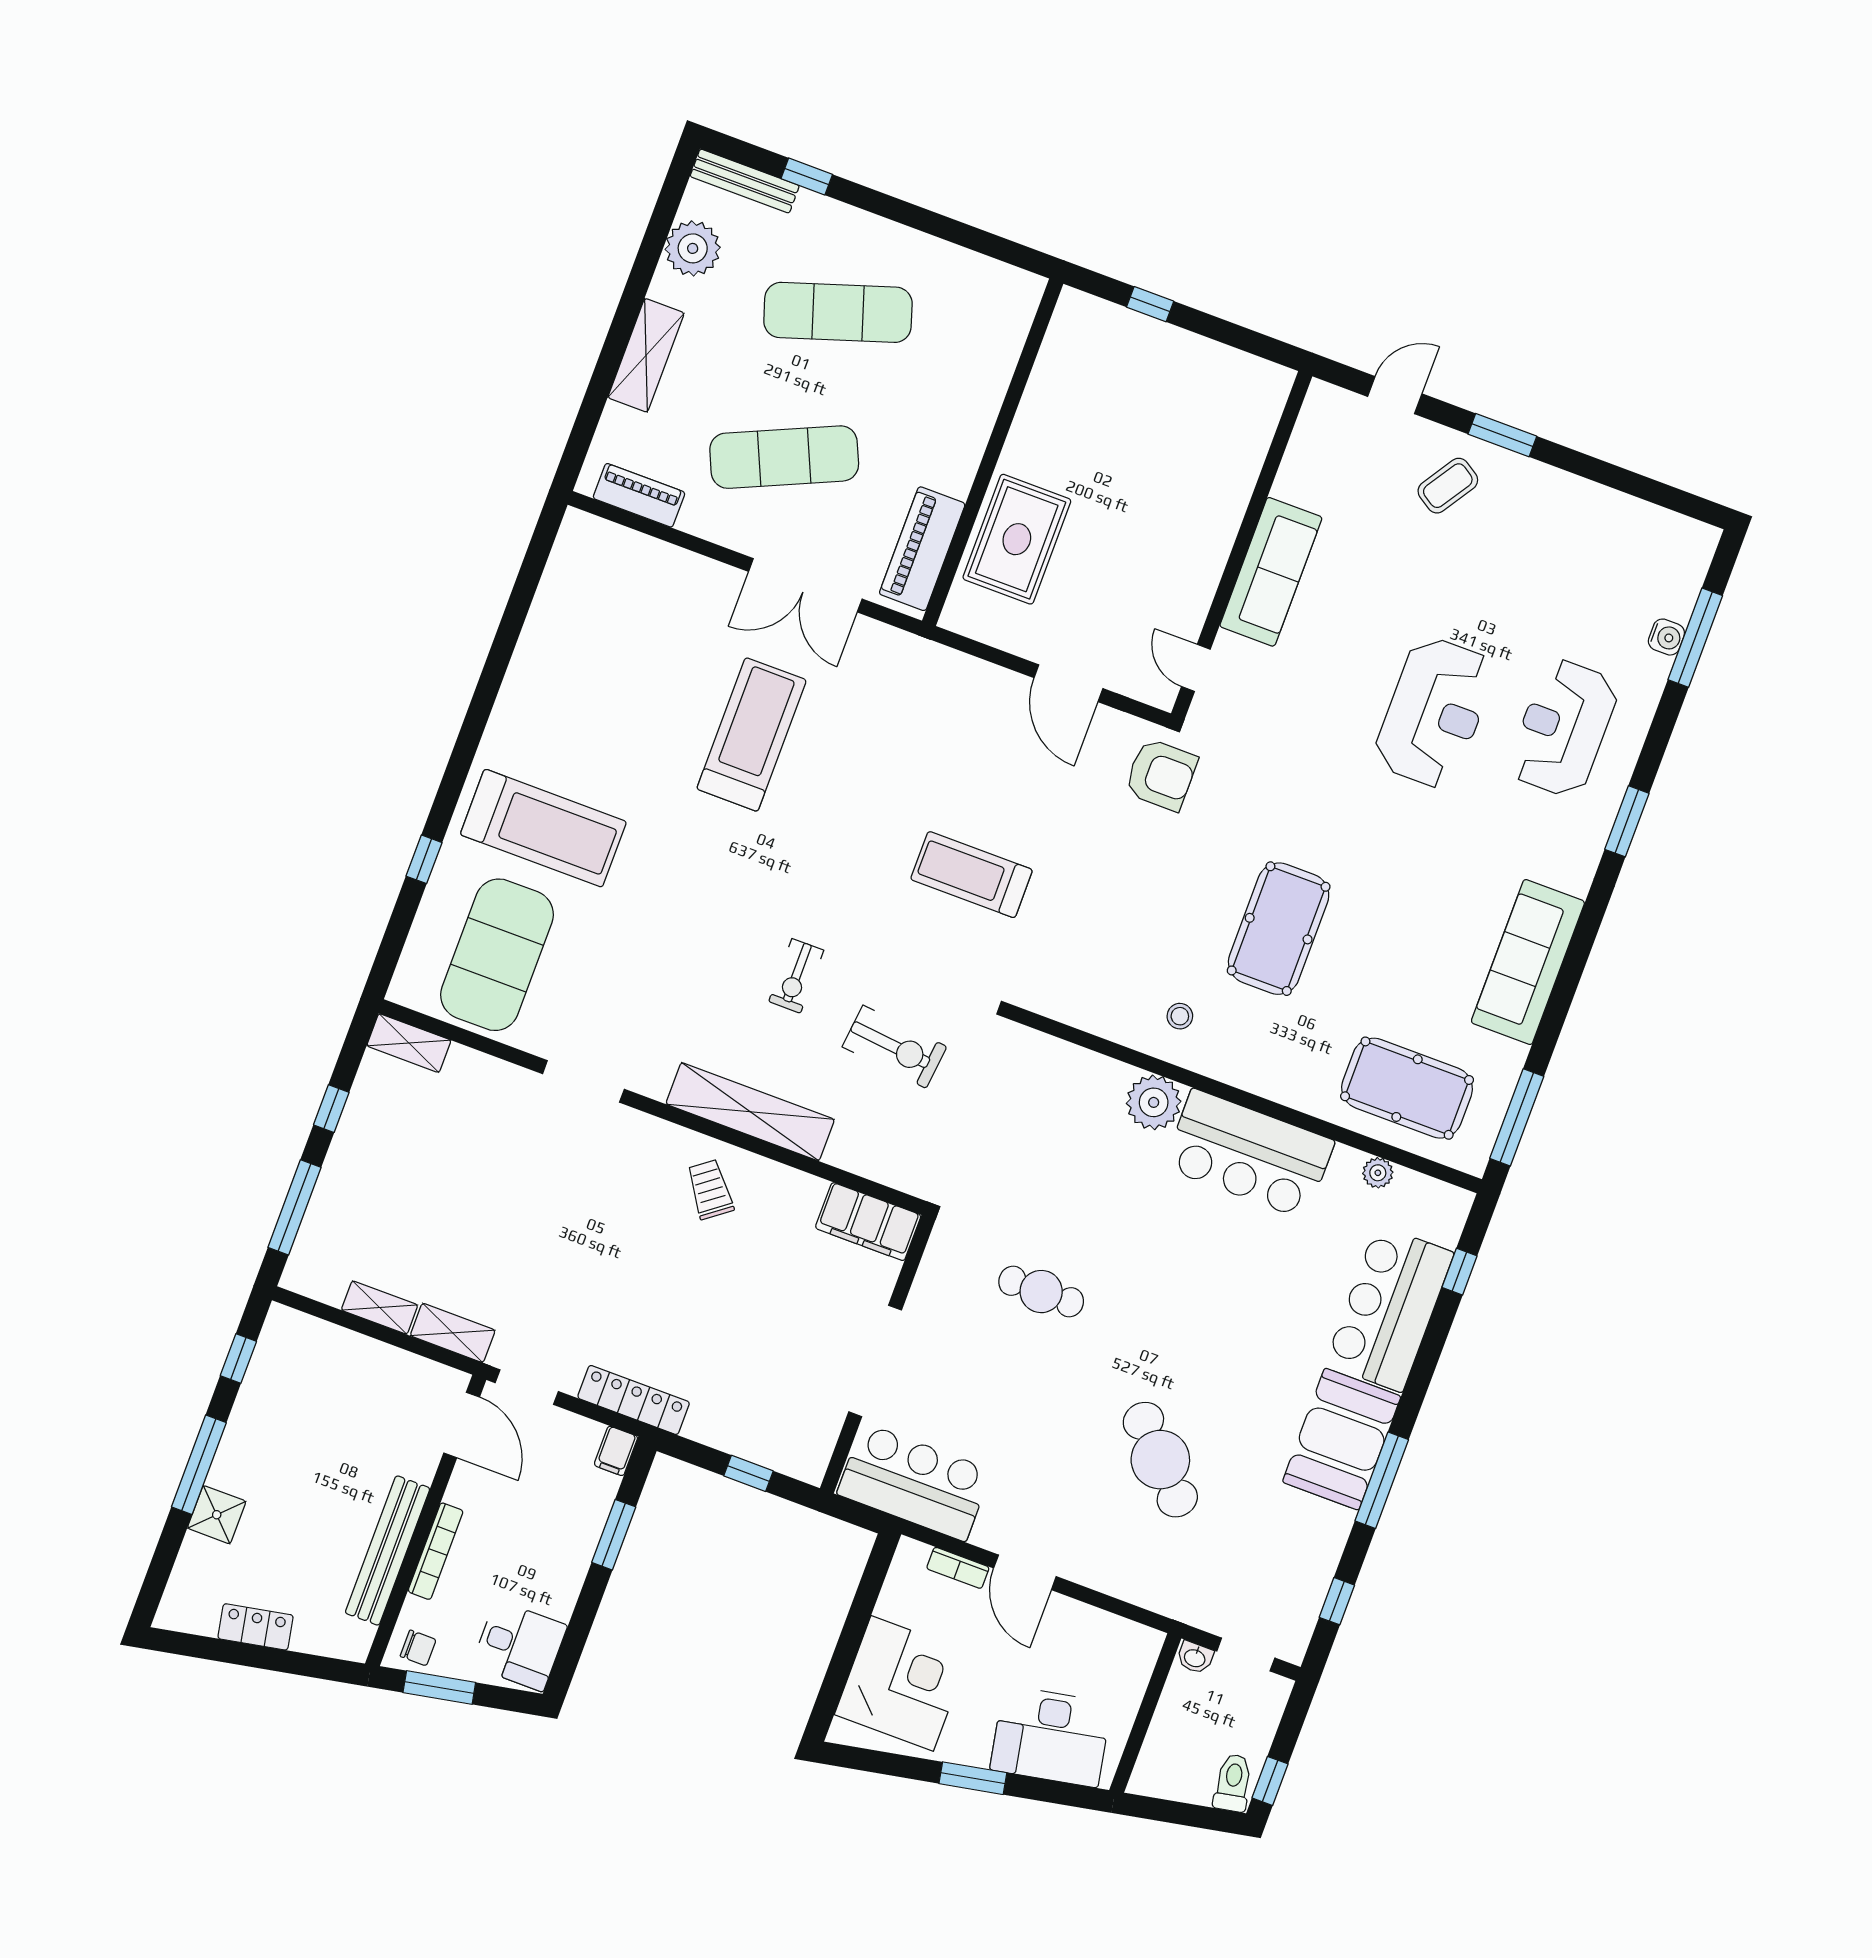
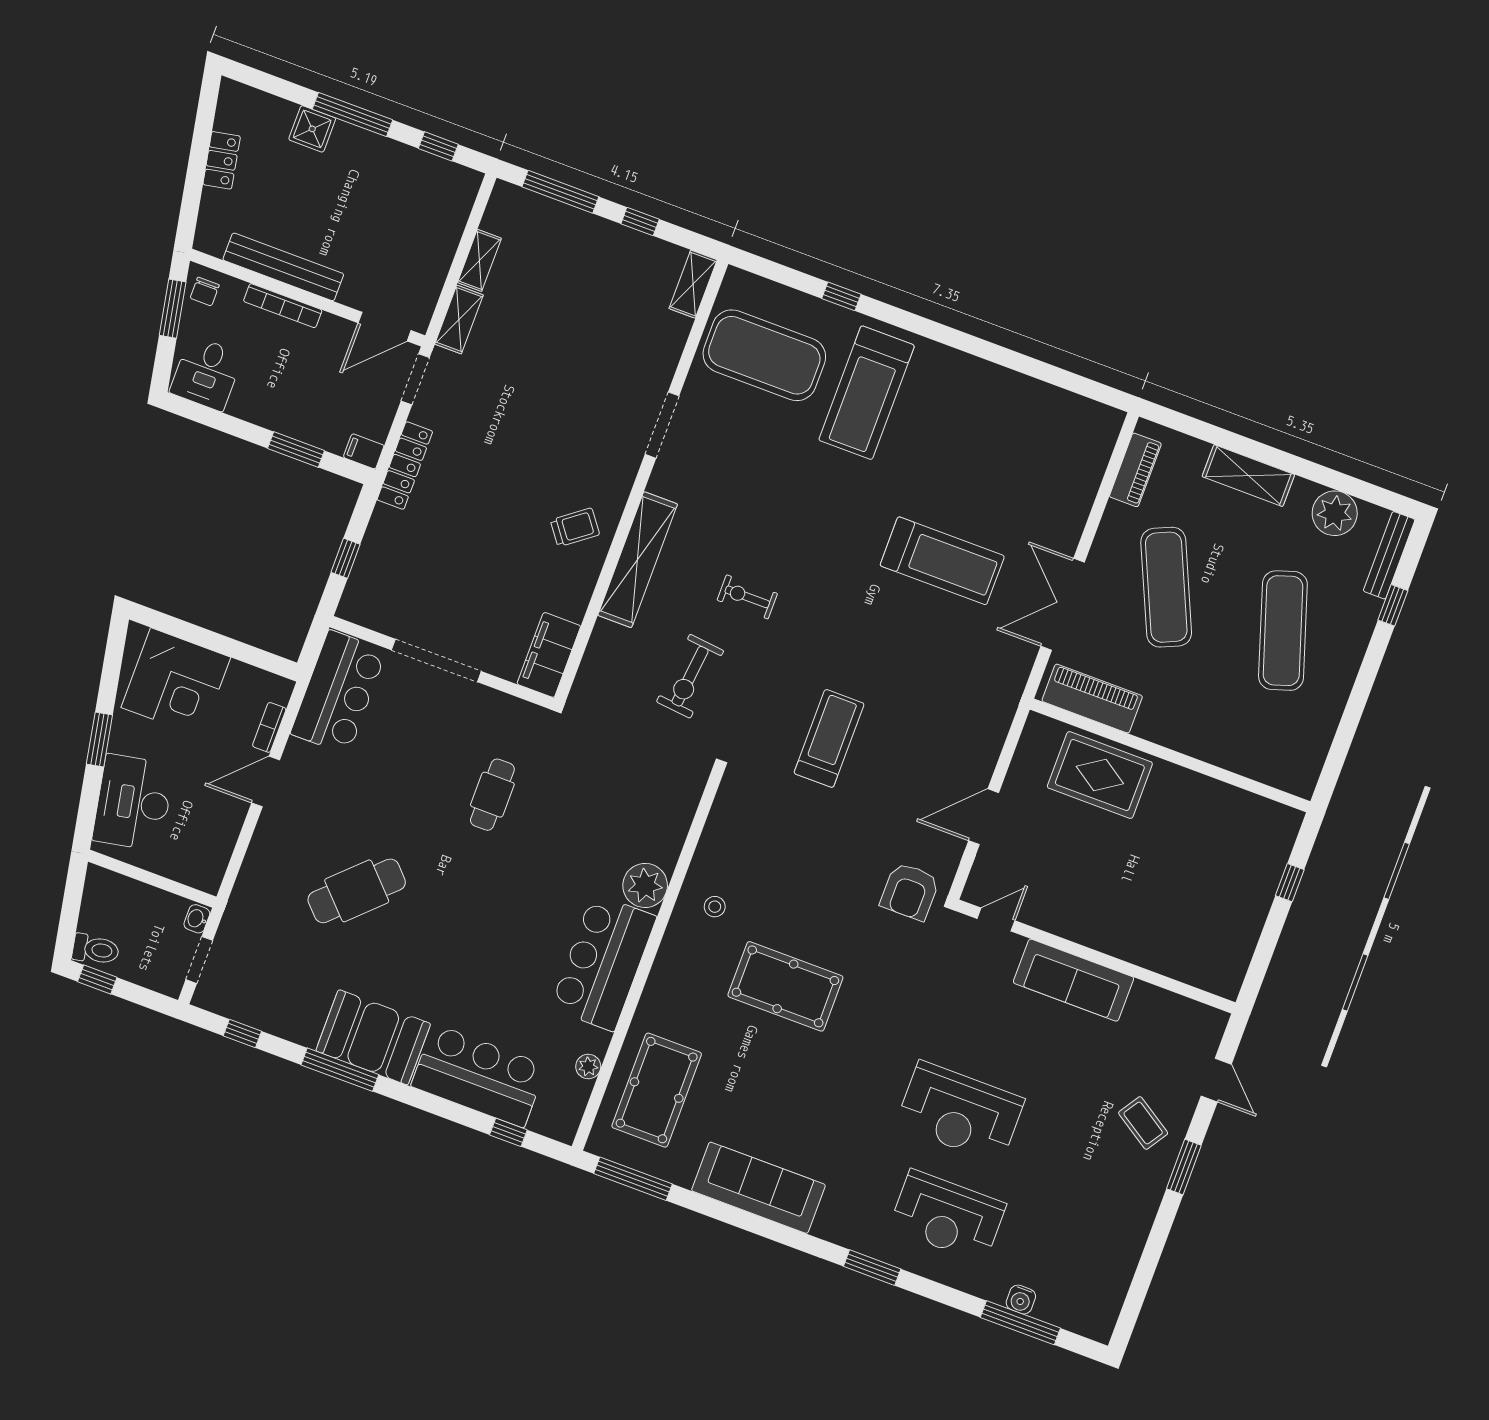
reception desk: (1563, 728) -> (947, 1216), turned 180

